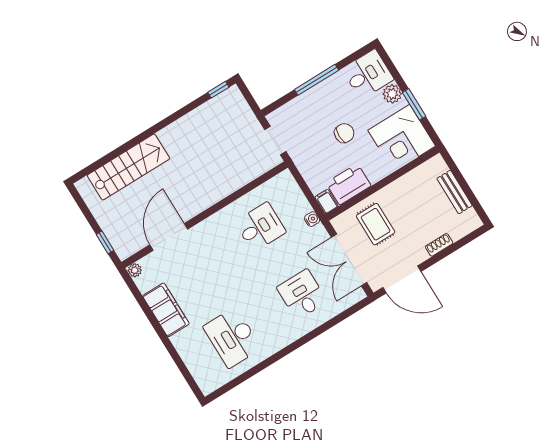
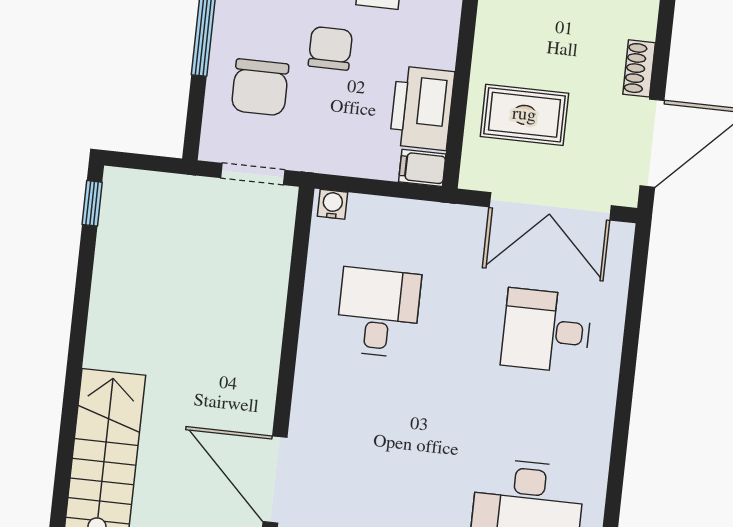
chair: (310, 118) -> (260, 87), added
water cooler: (312, 219) -> (333, 204), moved
shoe rack: (439, 245) -> (639, 68), moved

